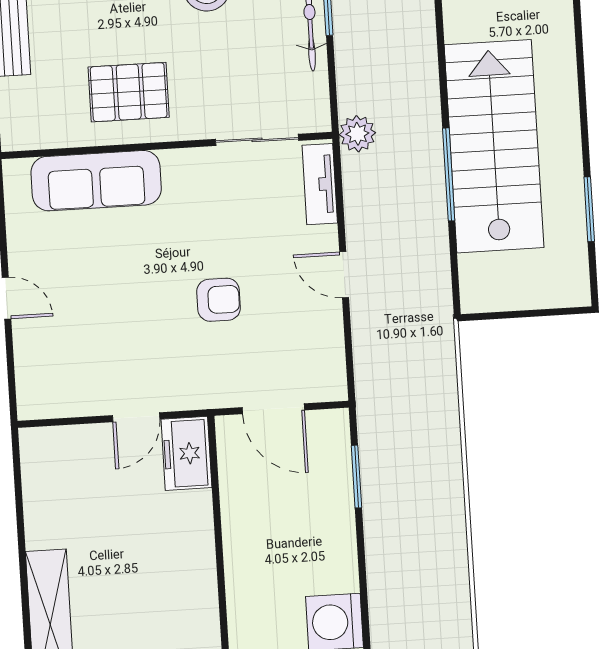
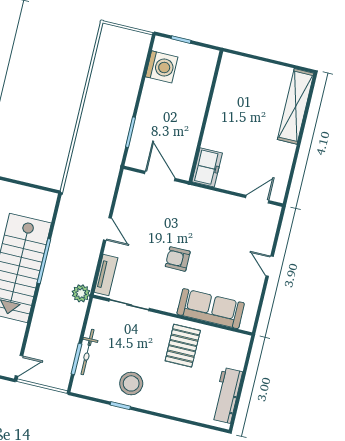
pallet: (129, 92) -> (183, 346), turned 90
armchair: (219, 300) -> (178, 259), moved
door: (136, 417) -> (257, 199), moved

